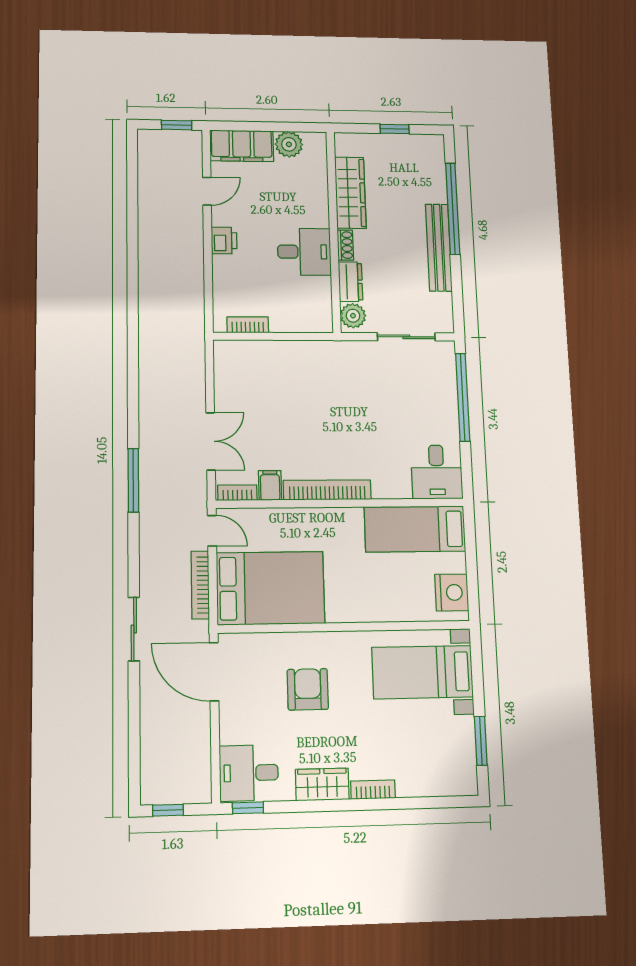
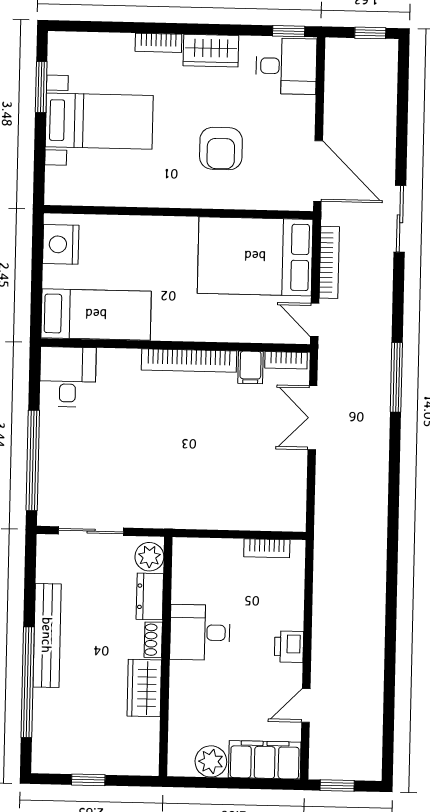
wardrobe: (350, 193) -> (144, 688), width x0.67
bed with nightstands: (422, 672) -> (99, 121), moved

